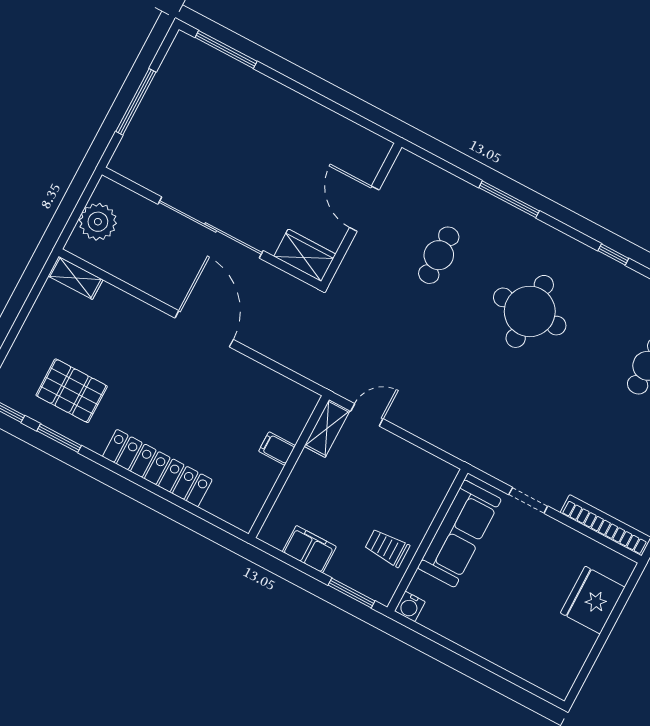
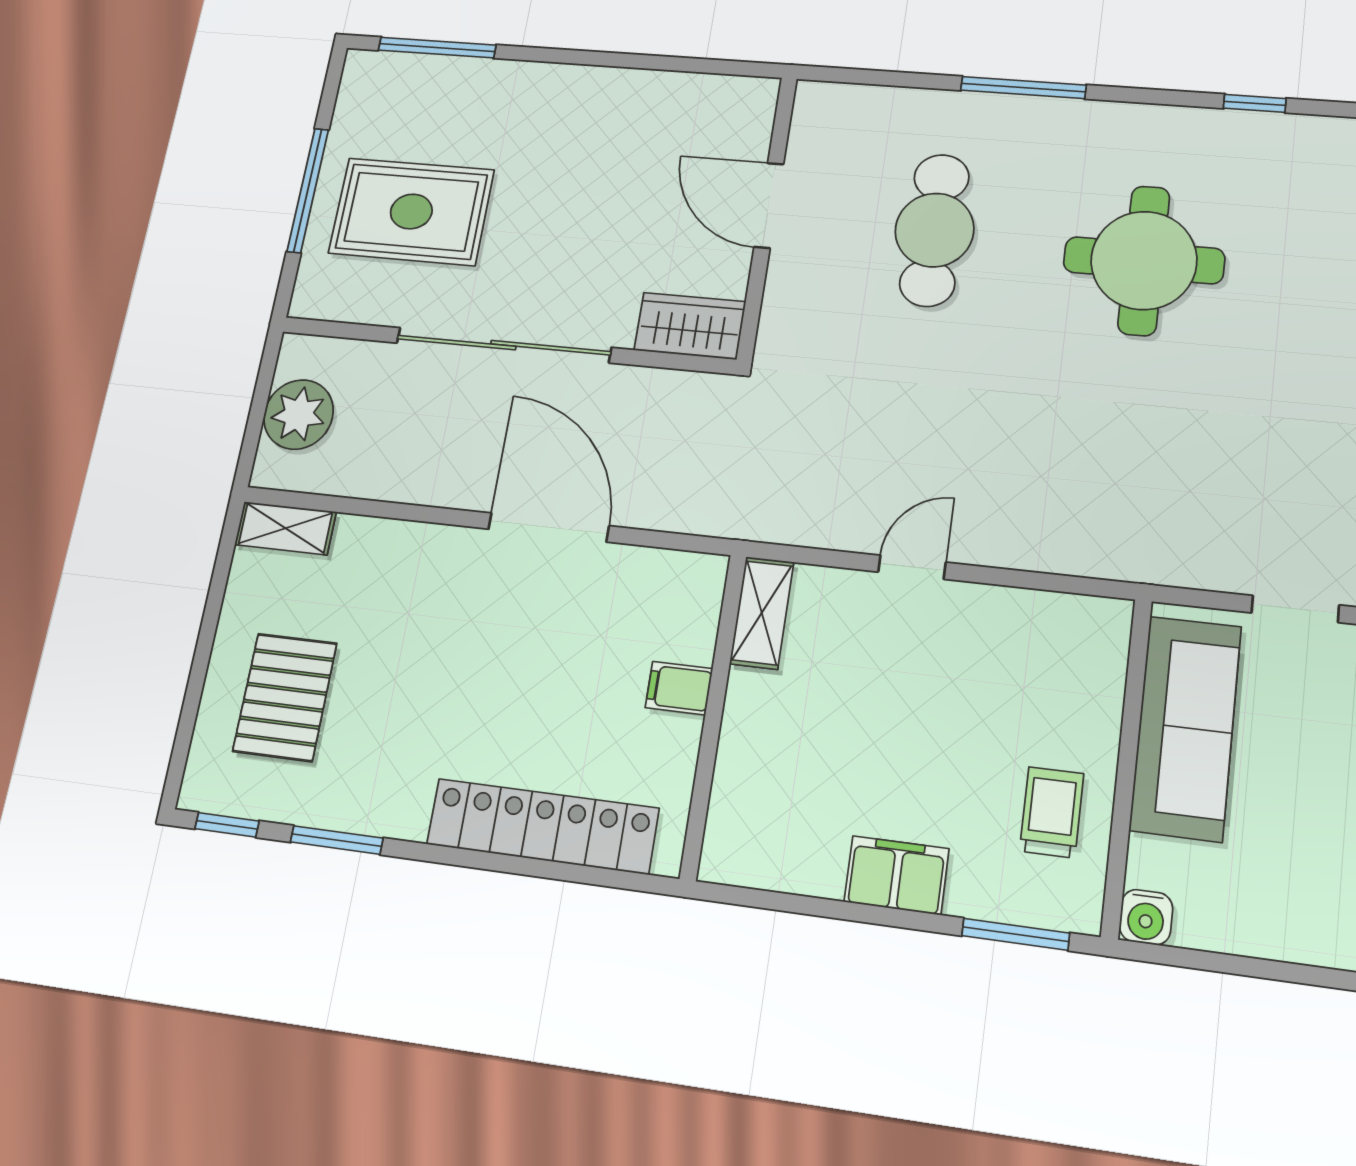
rug: (186, 136) -> (411, 212), added
cafe table: (439, 255) -> (934, 230), width x1.37, depth x1.35
pallet: (72, 391) -> (285, 697), moved, turned 90
shelving: (327, 428) -> (762, 613), moved
filing cabinet: (277, 448) -> (679, 688), moved
wall: (289, 467) -> (714, 715), moved
trolley: (387, 548) -> (1052, 812), turned 90

